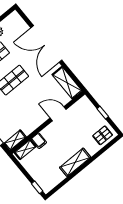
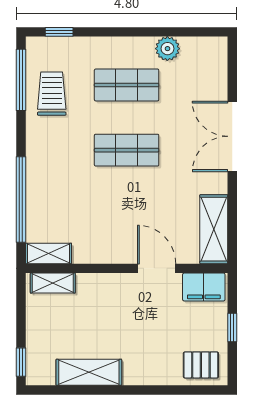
double door: (46, 44) -> (232, 136), width x0.73
filing cabinet: (39, 141) -> (204, 287), moved, width x2.00
shelving: (75, 162) -> (89, 372), moved

